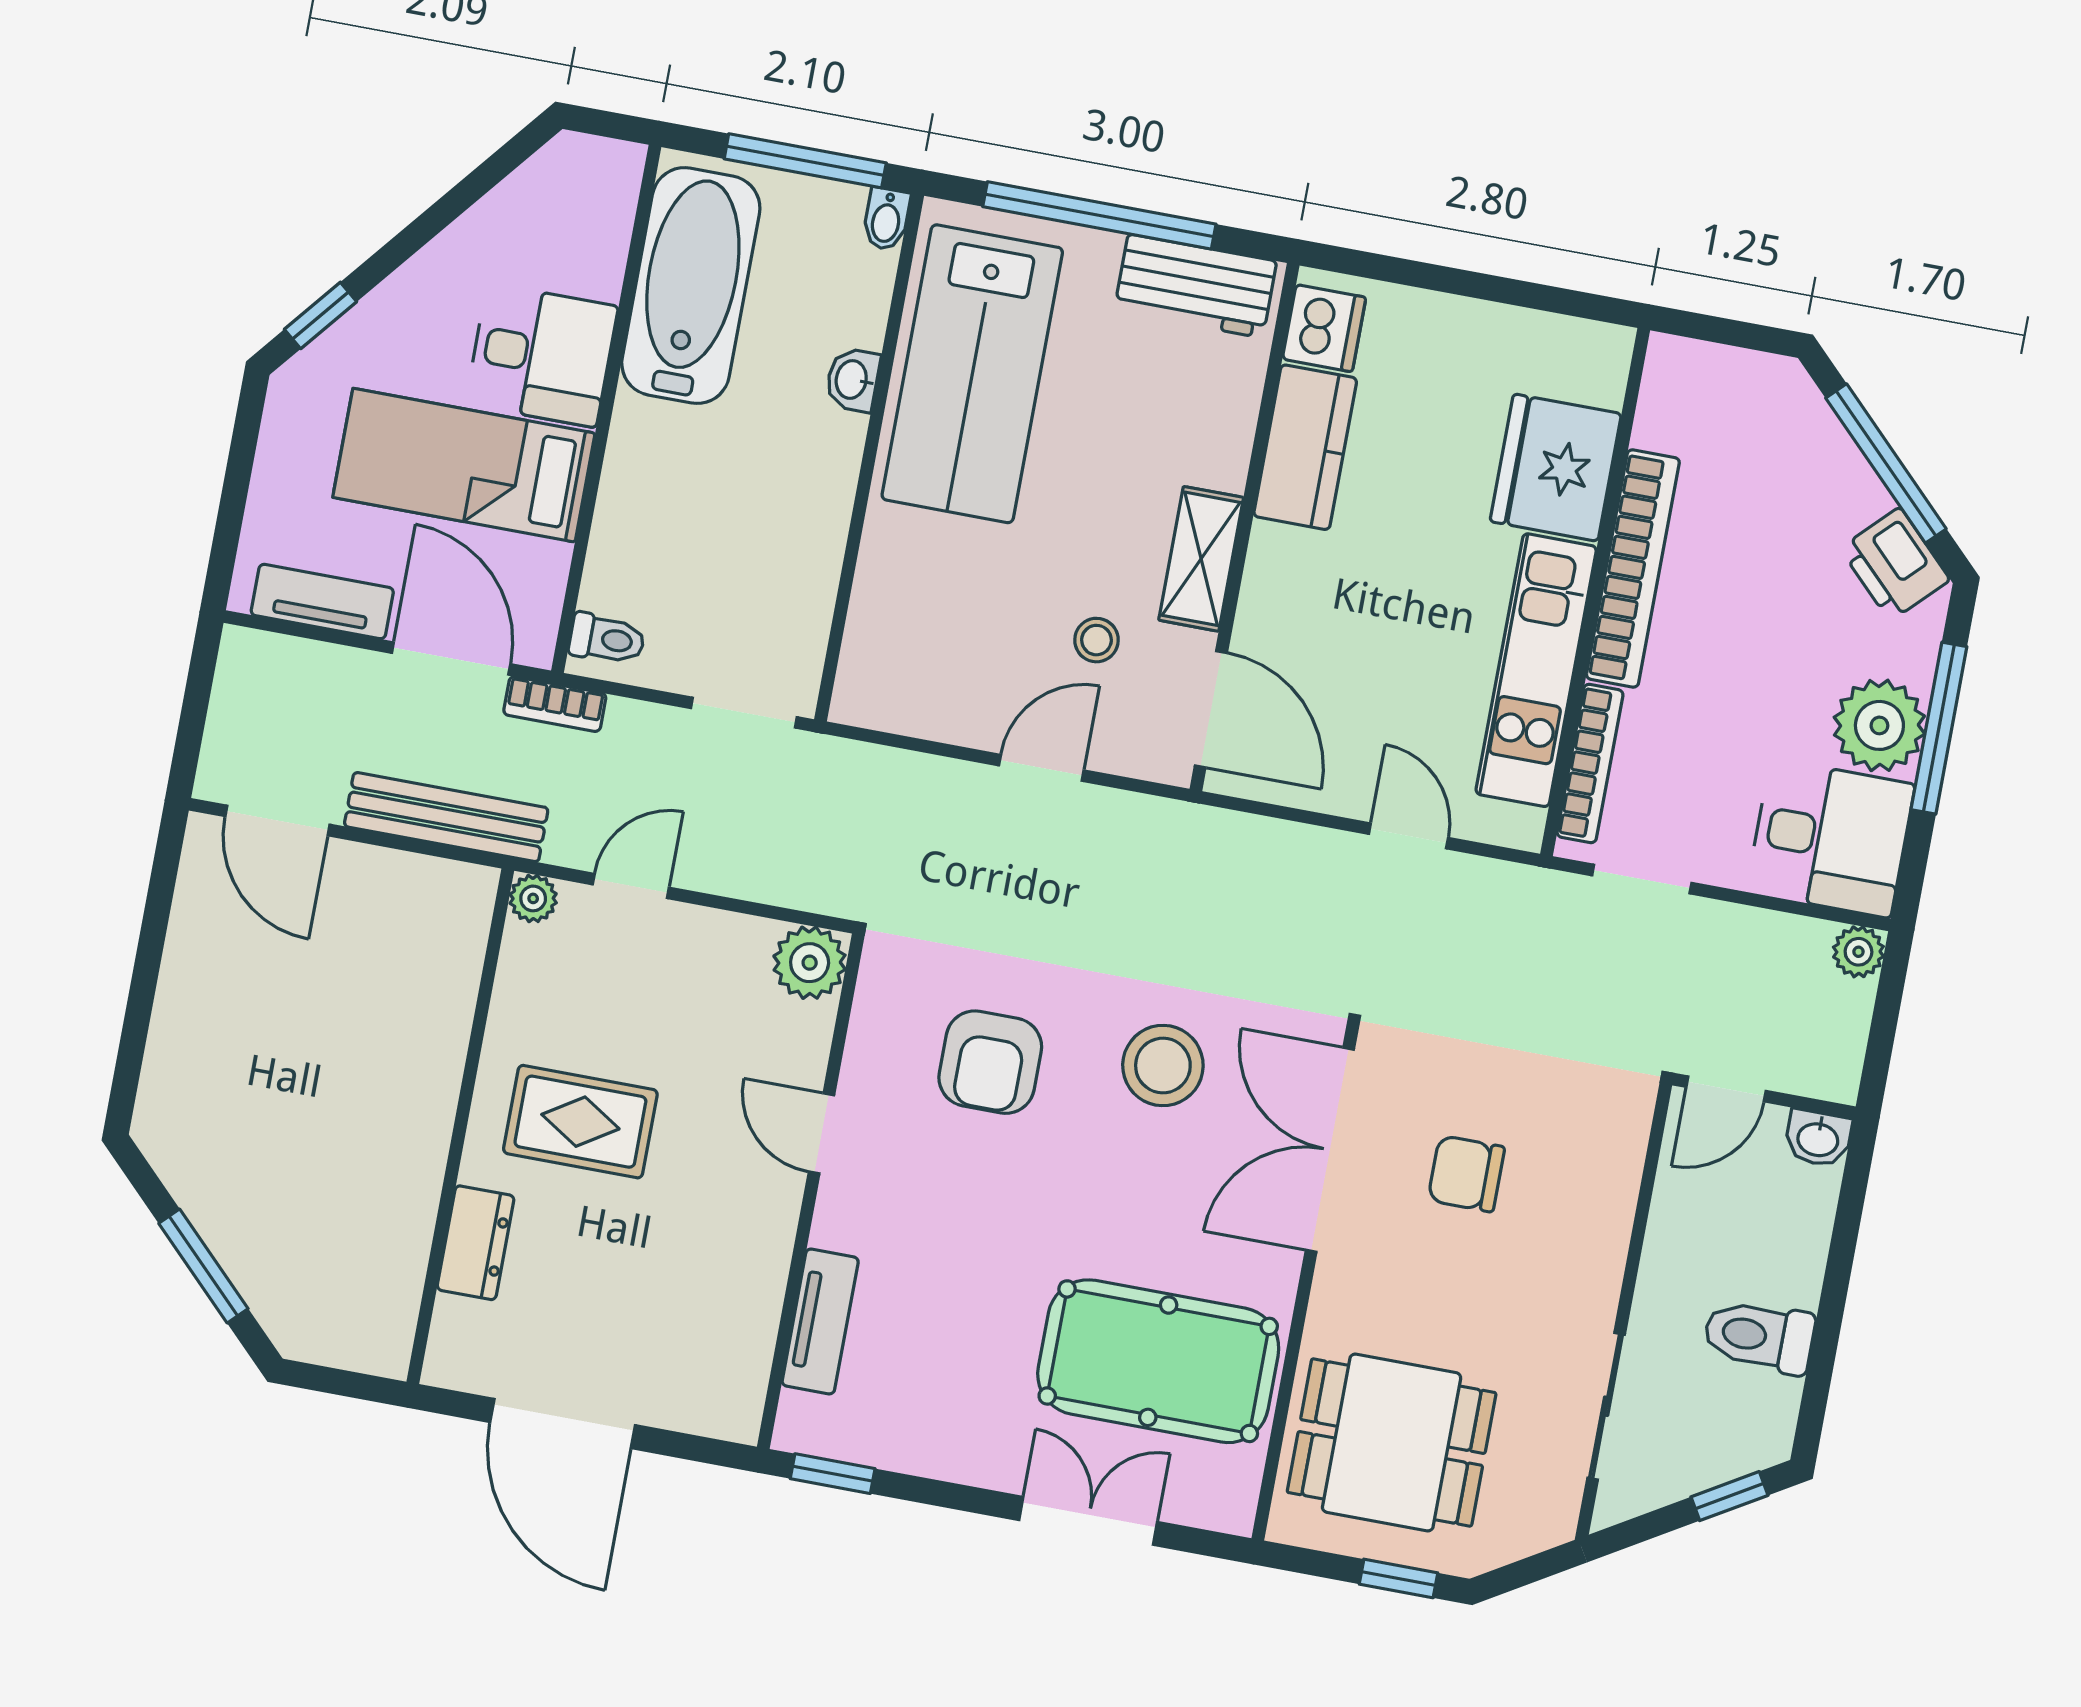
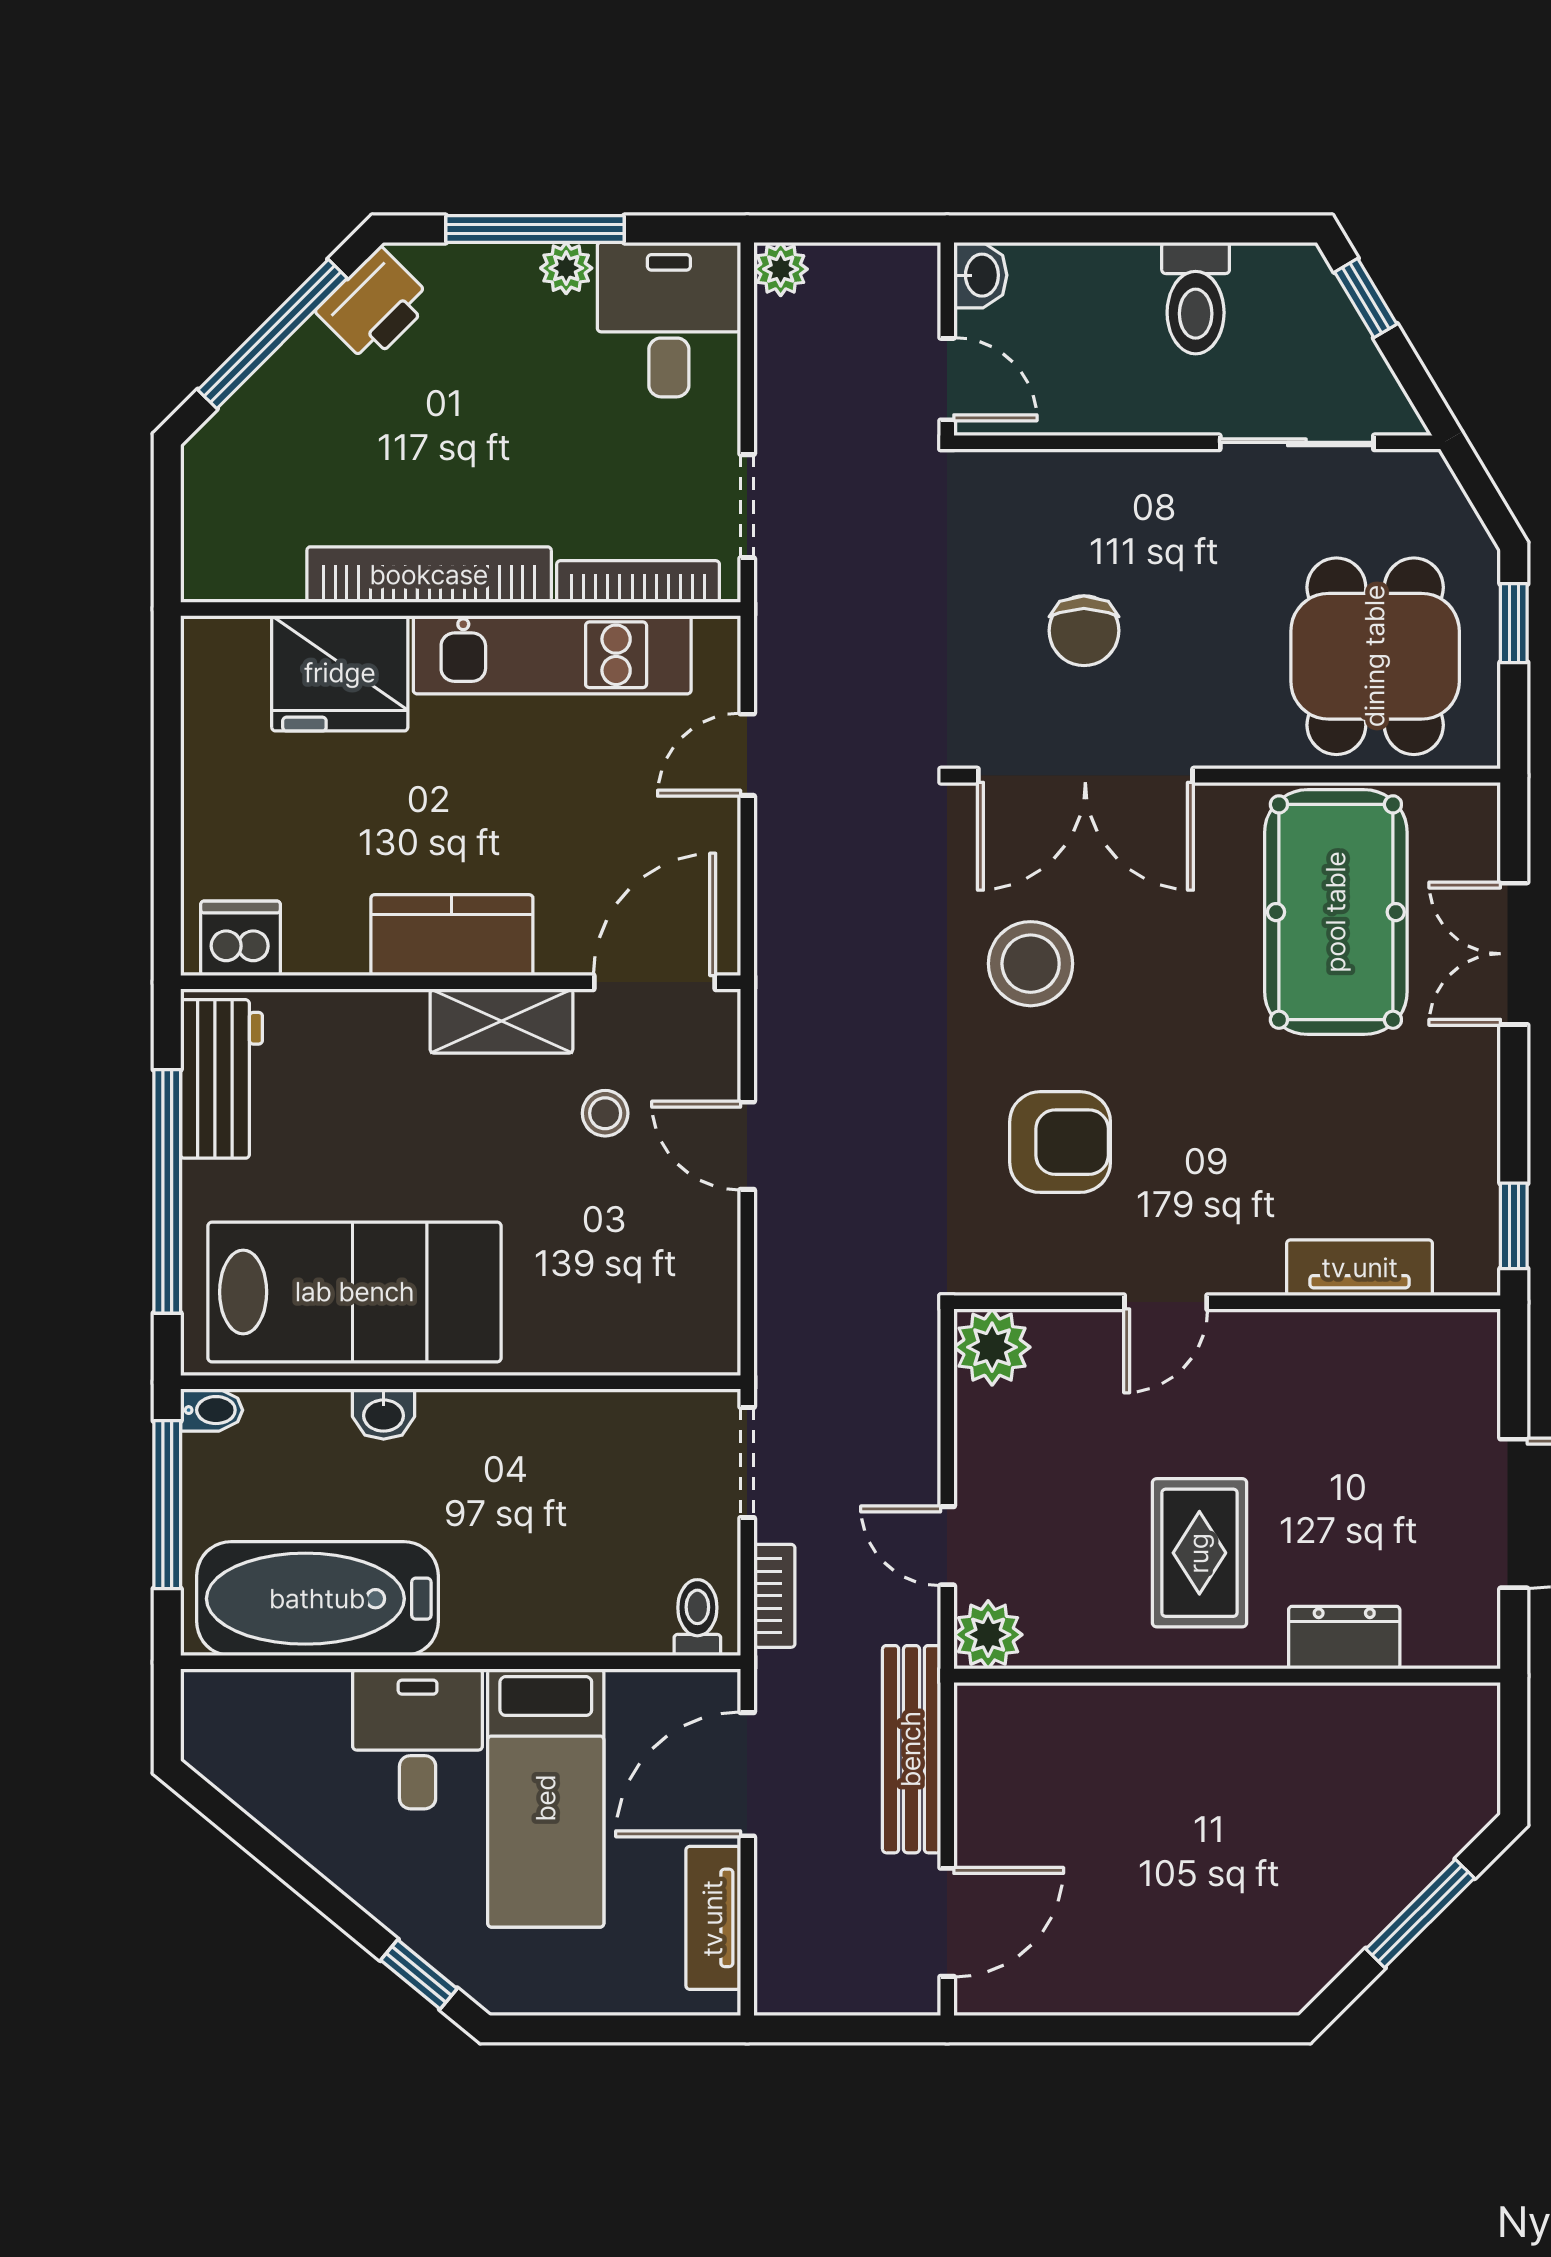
kitchen counter: (1305, 447) -> (452, 935), moved
bookcase: (555, 704) -> (774, 1596), moved
plant: (1879, 725) -> (566, 268), width x0.53, depth x0.53
plant: (533, 898) -> (988, 1635), width x1.38, depth x1.38

